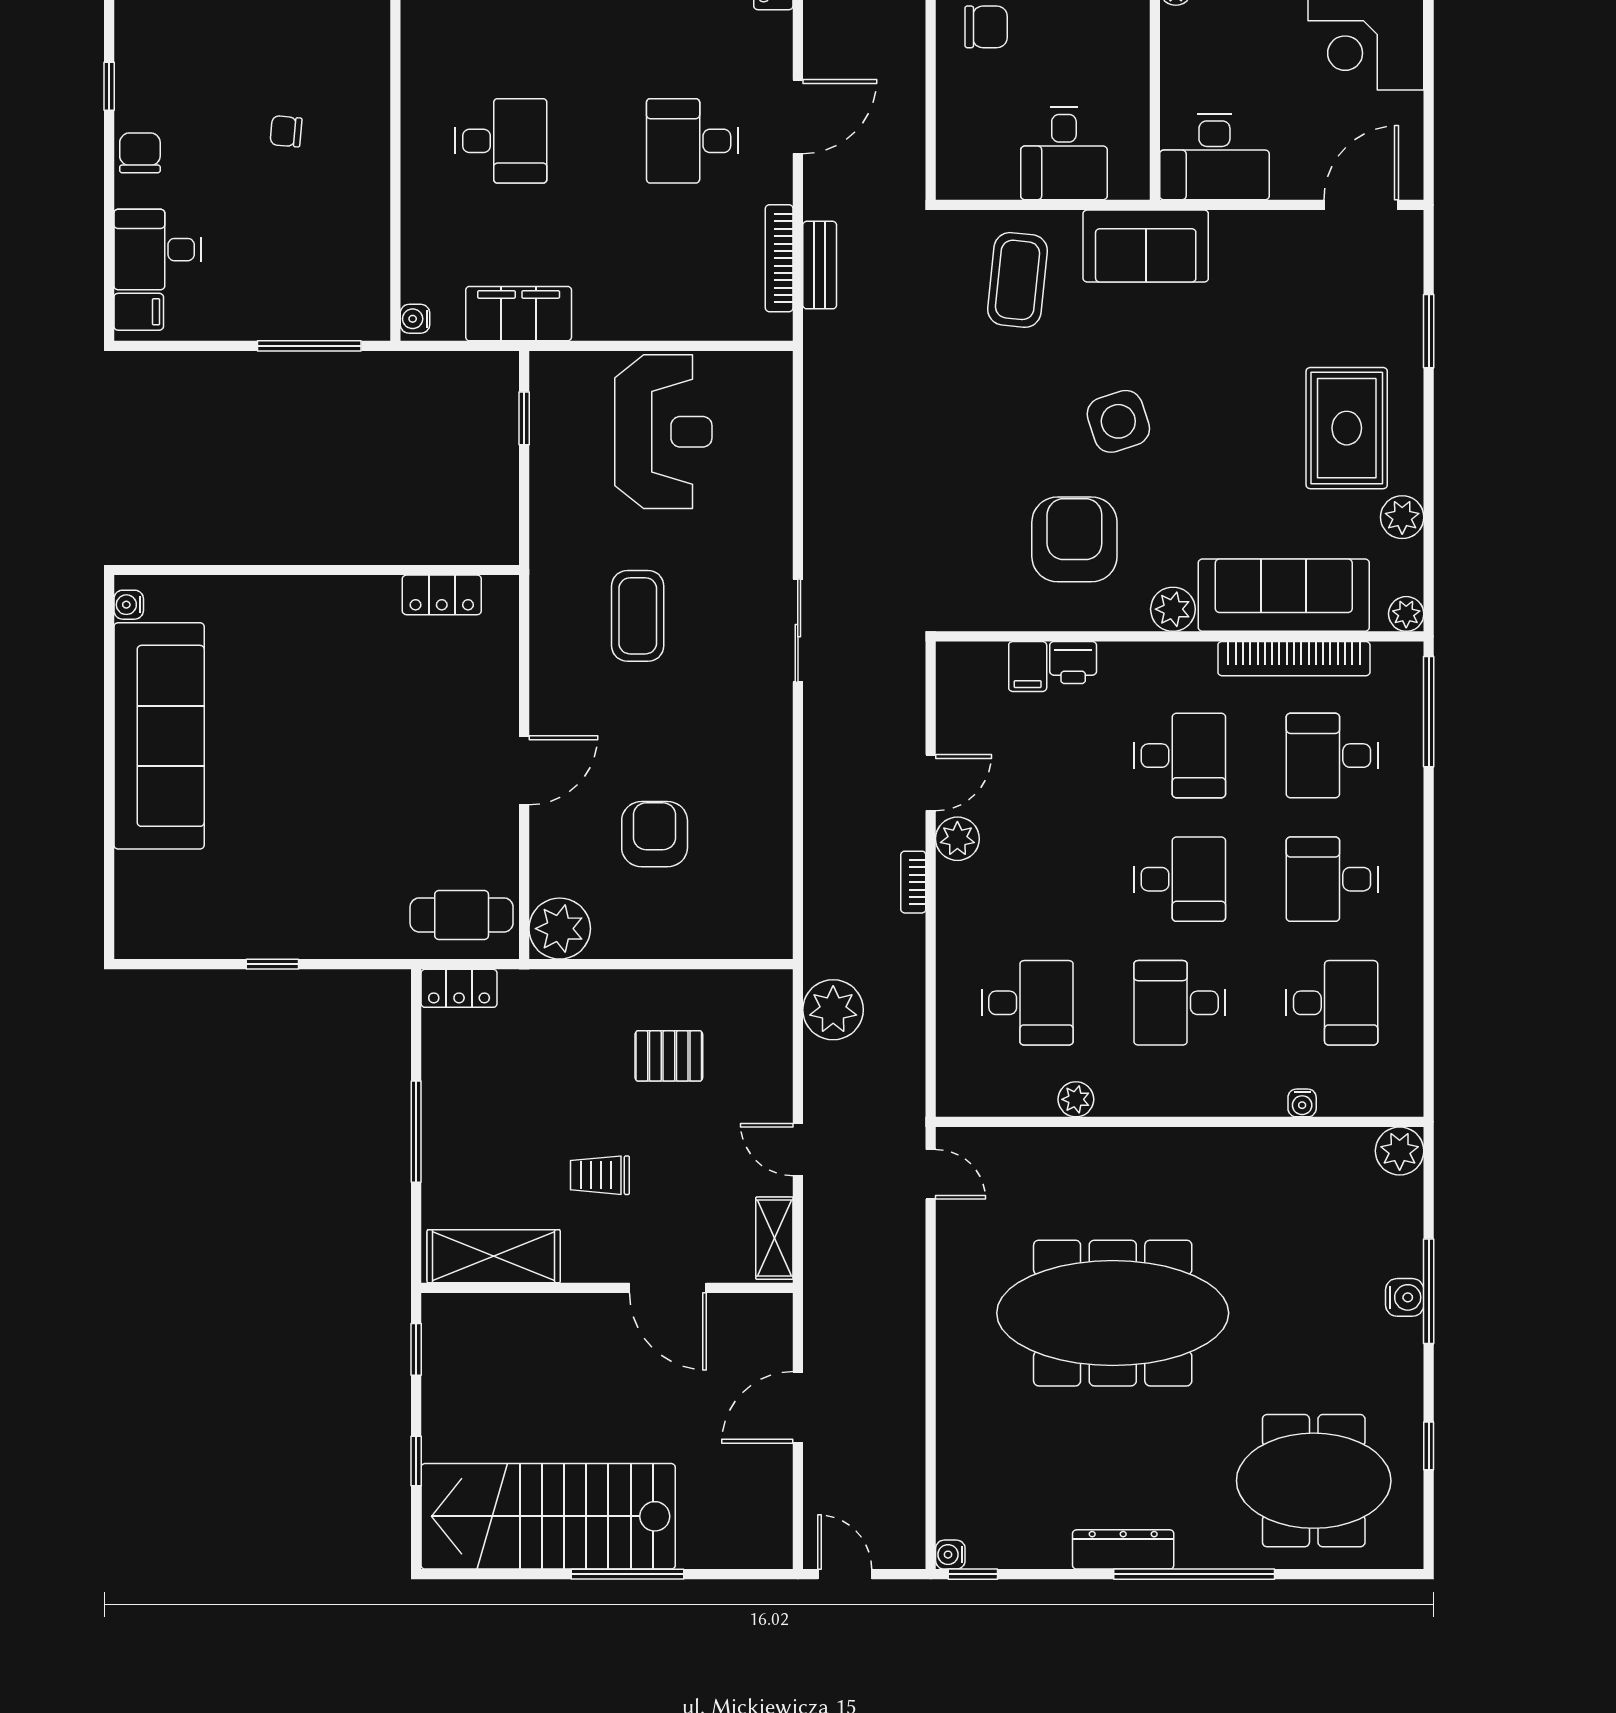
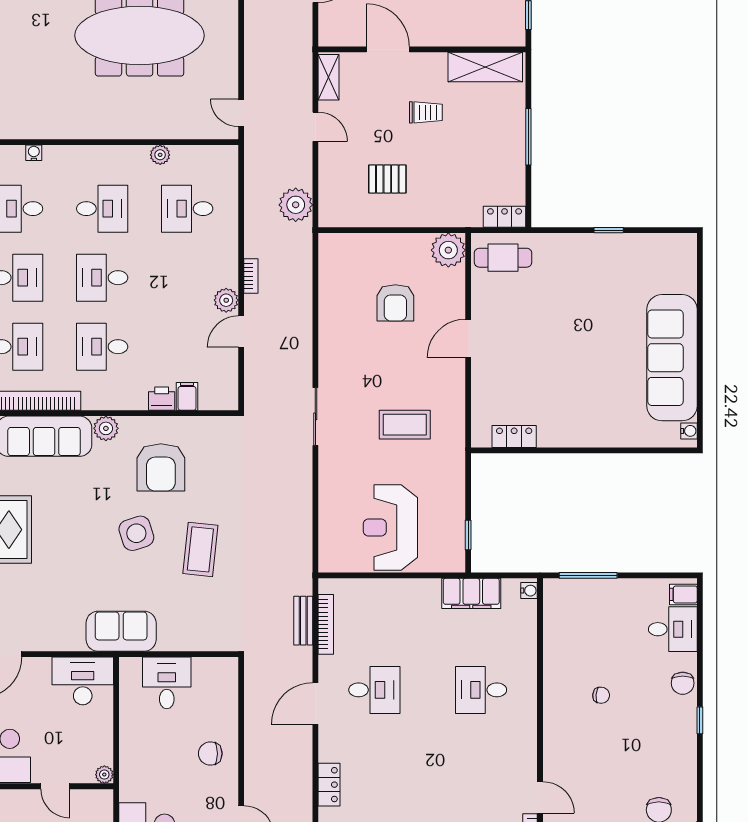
coffee table: (1018, 280) -> (200, 549), moved
coffee table: (638, 616) -> (405, 425), turned 90

